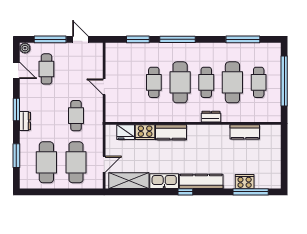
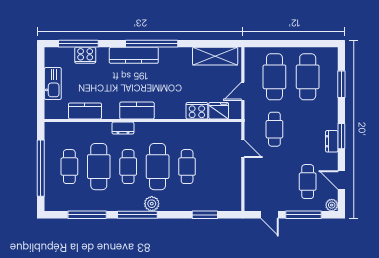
window: (178, 39) -> (137, 215), moved
plant: (185, 49) -> (152, 204), added
door: (104, 87) -> (243, 149), moved
dresser: (25, 121) -> (332, 141), moved
kitchen counter: (171, 132) -> (137, 111), moved
door: (104, 164) -> (243, 91), moved
kitchen sink: (164, 181) -> (53, 84), moved, turned -90
window: (185, 192) -> (152, 44), width x3.17

